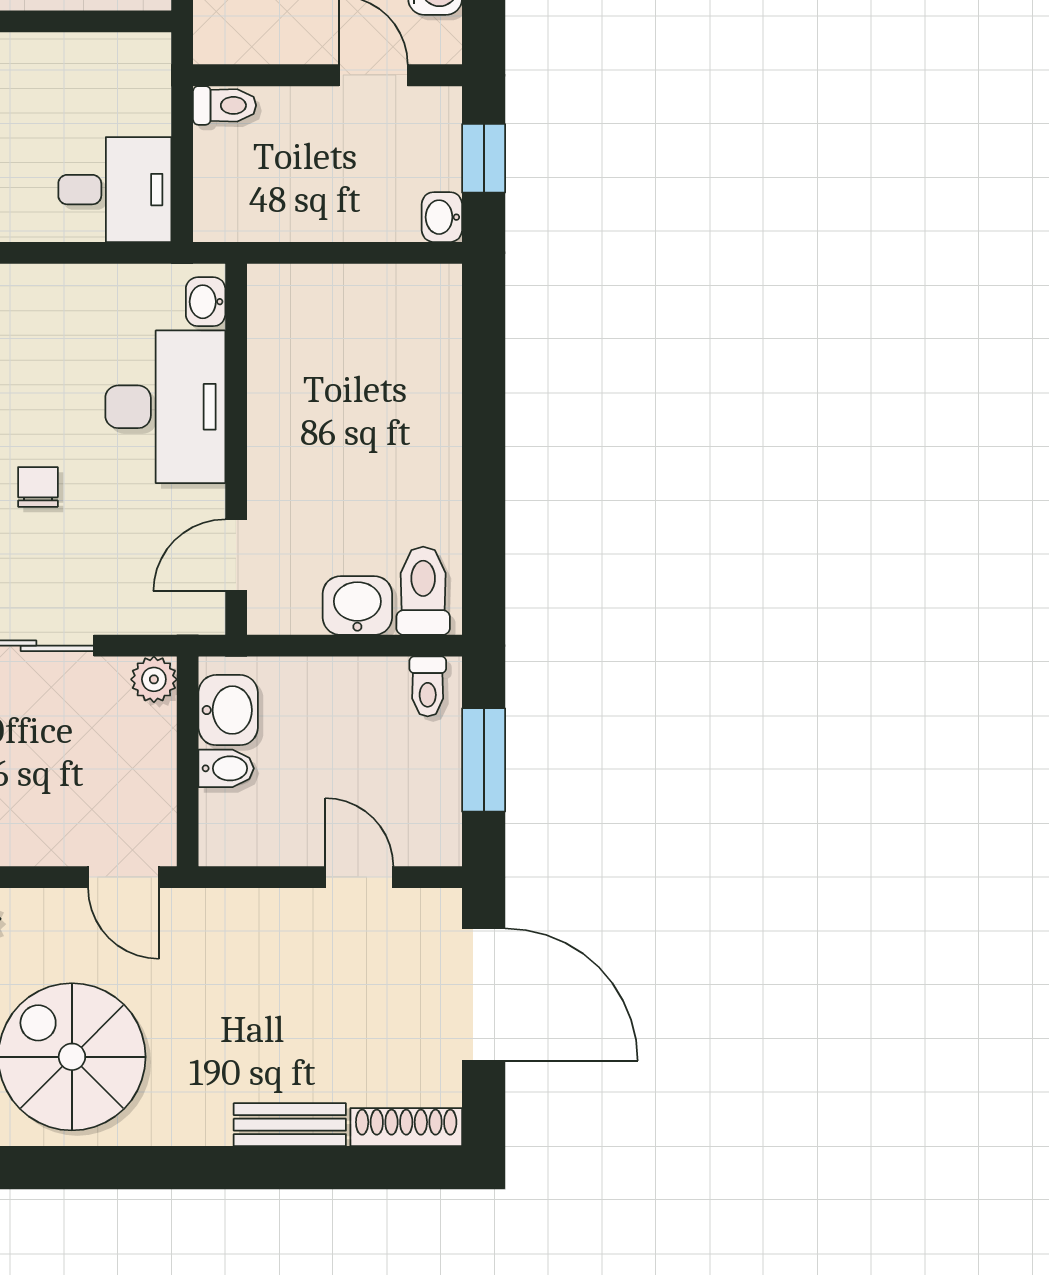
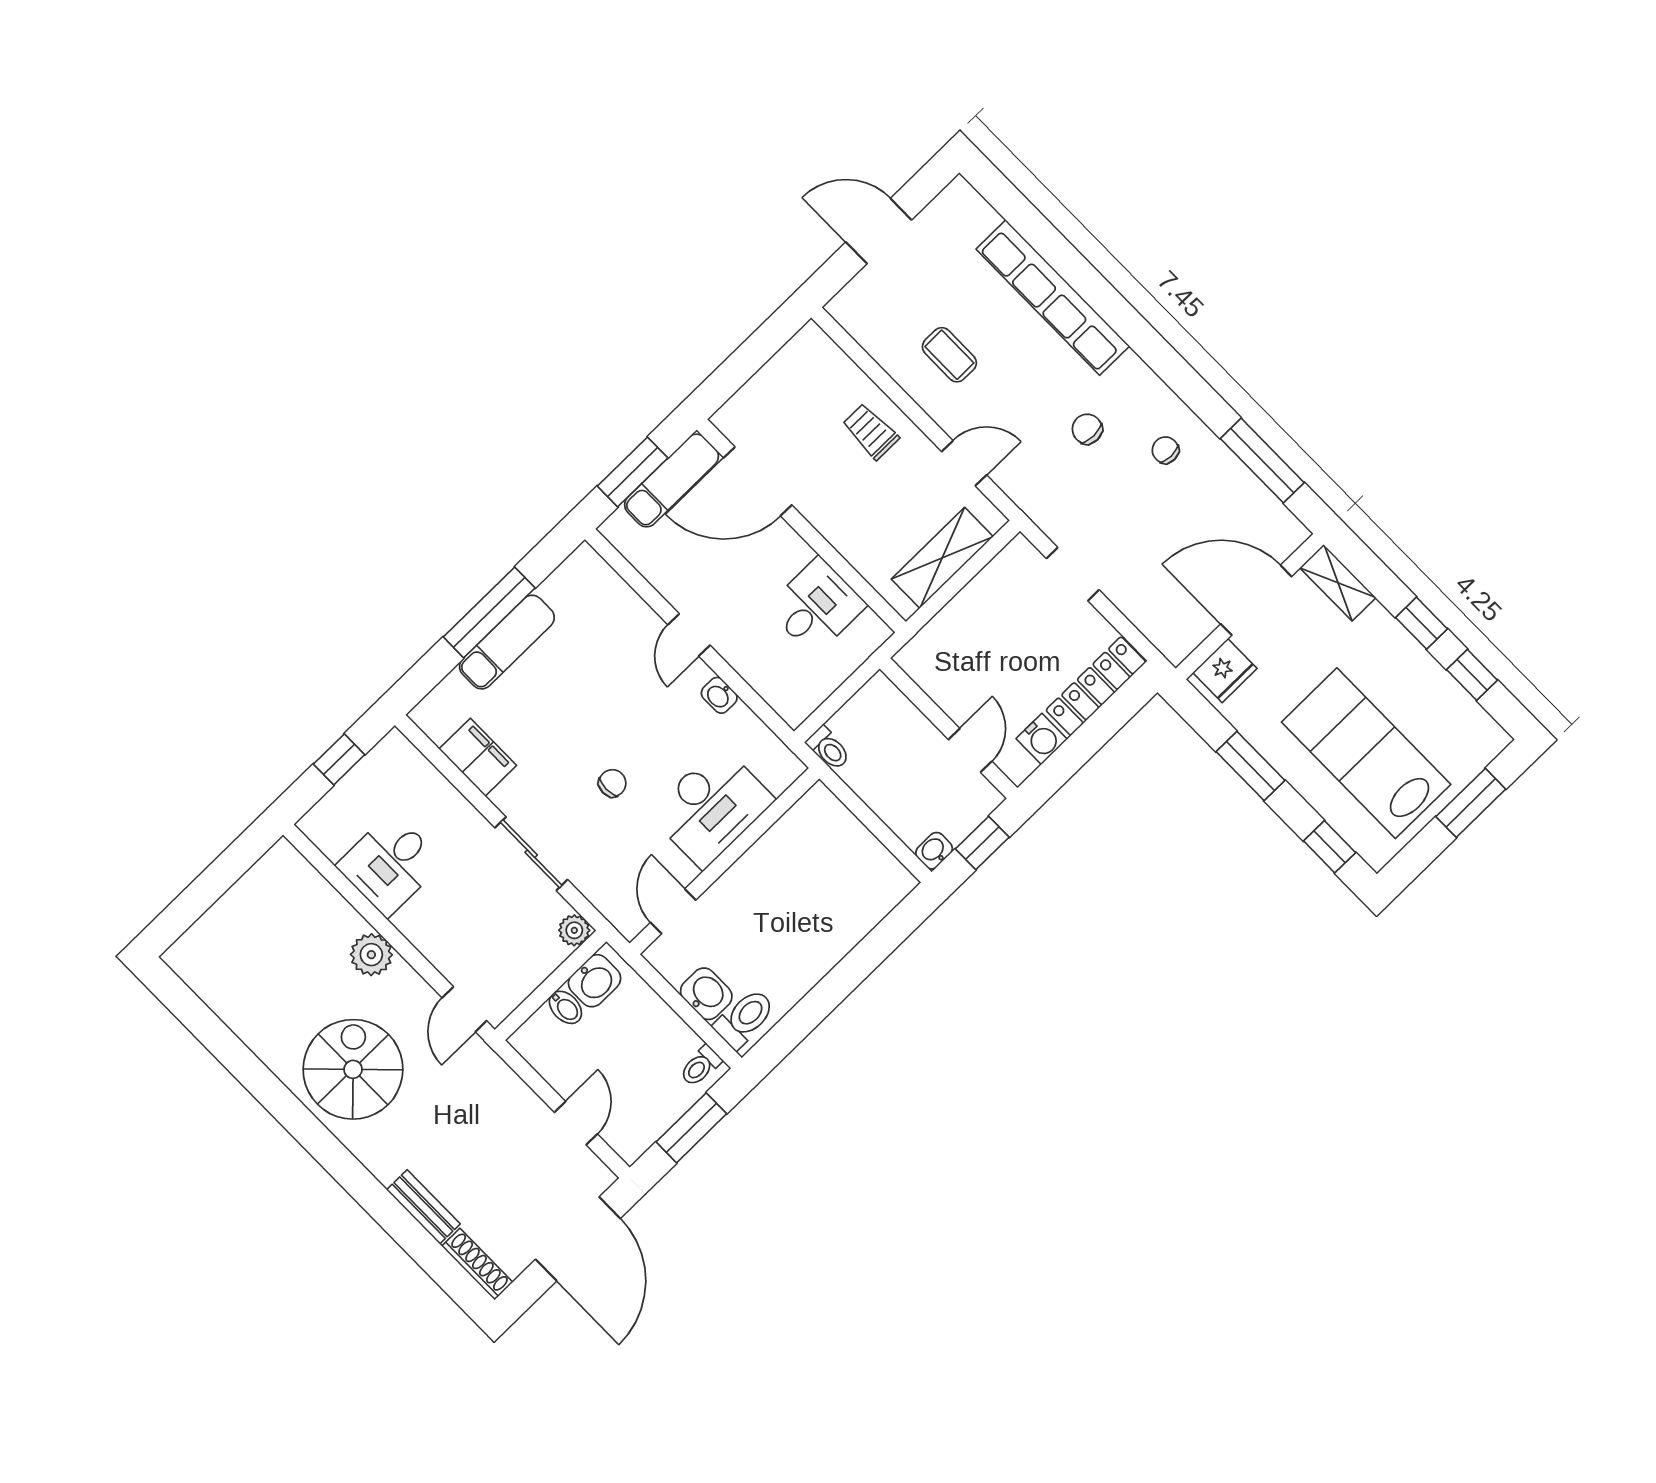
toilet: (225, 105) -> (829, 748), moved
desk: (115, 190) -> (816, 606), moved, turned -90
washbasin: (206, 302) -> (719, 695), moved, turned -90
door: (236, 555) -> (673, 911), hinge flipped

